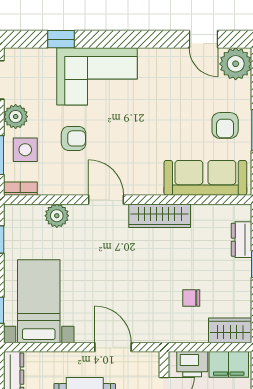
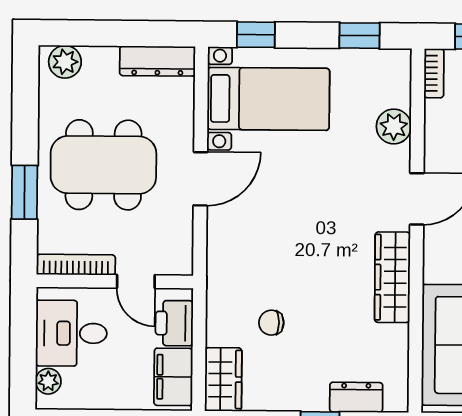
chair: (191, 298) -> (271, 323), turned -90
door: (113, 347) -> (200, 179), moved

